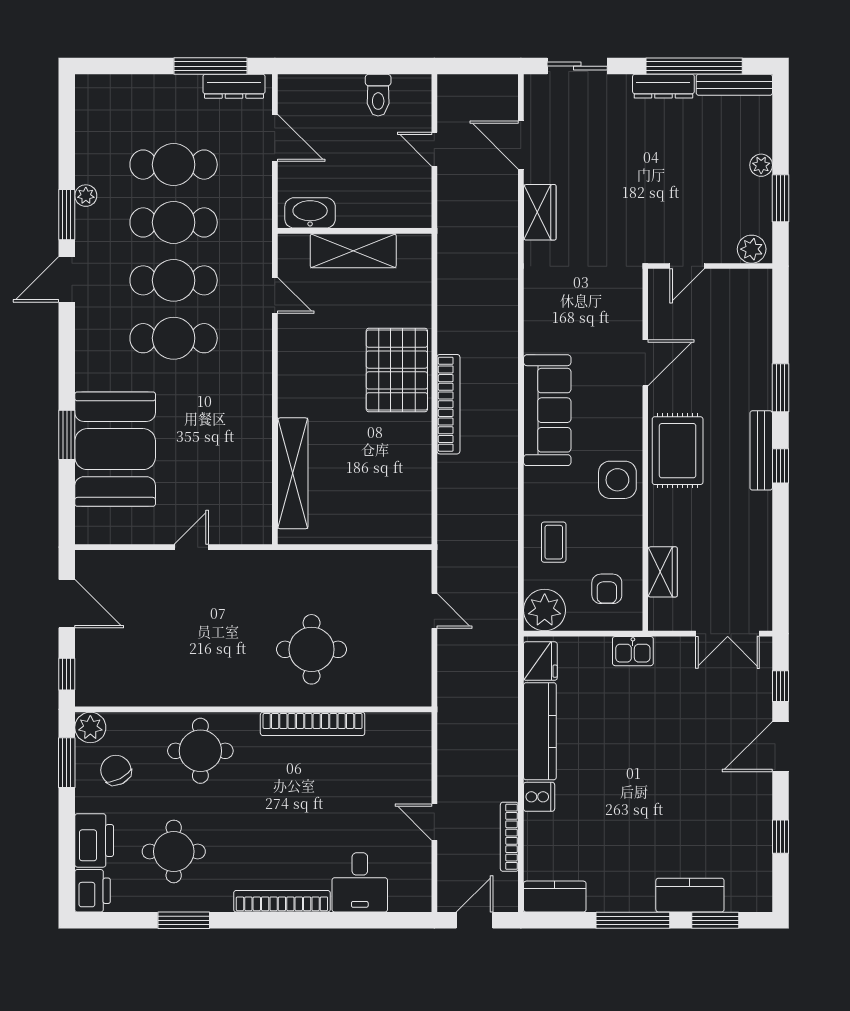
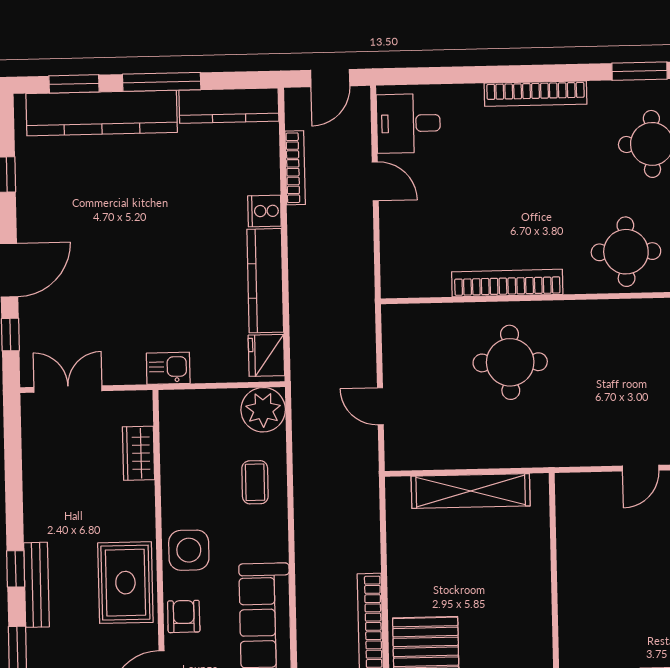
shelving: (293, 473) -> (471, 491), moved, turned 90
armchair: (607, 589) -> (184, 616), moved
desk: (360, 882) -> (408, 123), moved, turned -90
kitchen counter: (690, 895) -> (102, 113), width x2.08, depth x1.17
kitchen counter: (555, 897) -> (229, 106), width x1.50

